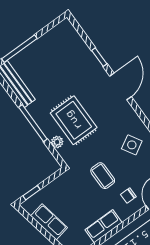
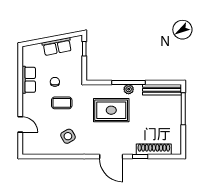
shoe rack: (82, 48) -> (154, 149), added
plant: (57, 142) -> (129, 89), moved
chair: (128, 196) -> (55, 82), moved

